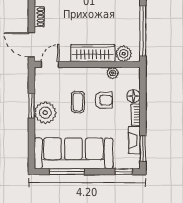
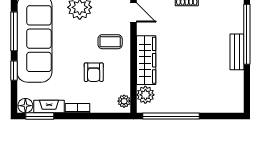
plant: (113, 73) -> (124, 101), moved
floor lamp: (133, 96) -> (25, 106), moved
coffee table: (78, 102) -> (110, 42), moved
window: (124, 172) -> (14, 71), moved

